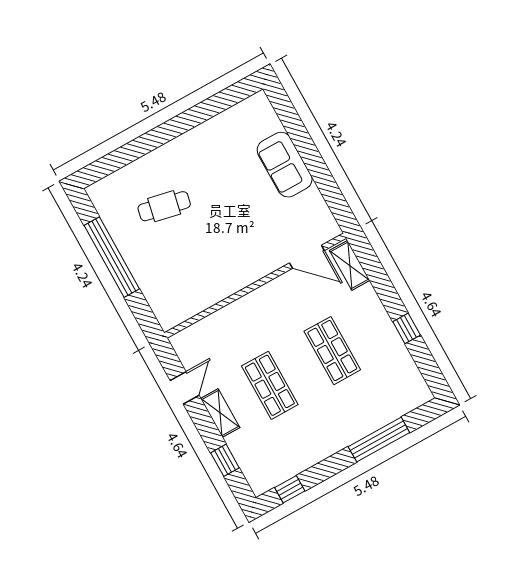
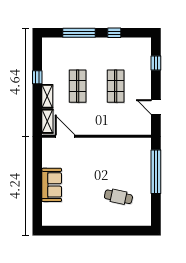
window: (112, 257) -> (156, 172), moved
door: (185, 388) -> (156, 107), hinge flipped
shelving: (220, 413) -> (47, 96), moved
window: (290, 489) -> (114, 33), moved

